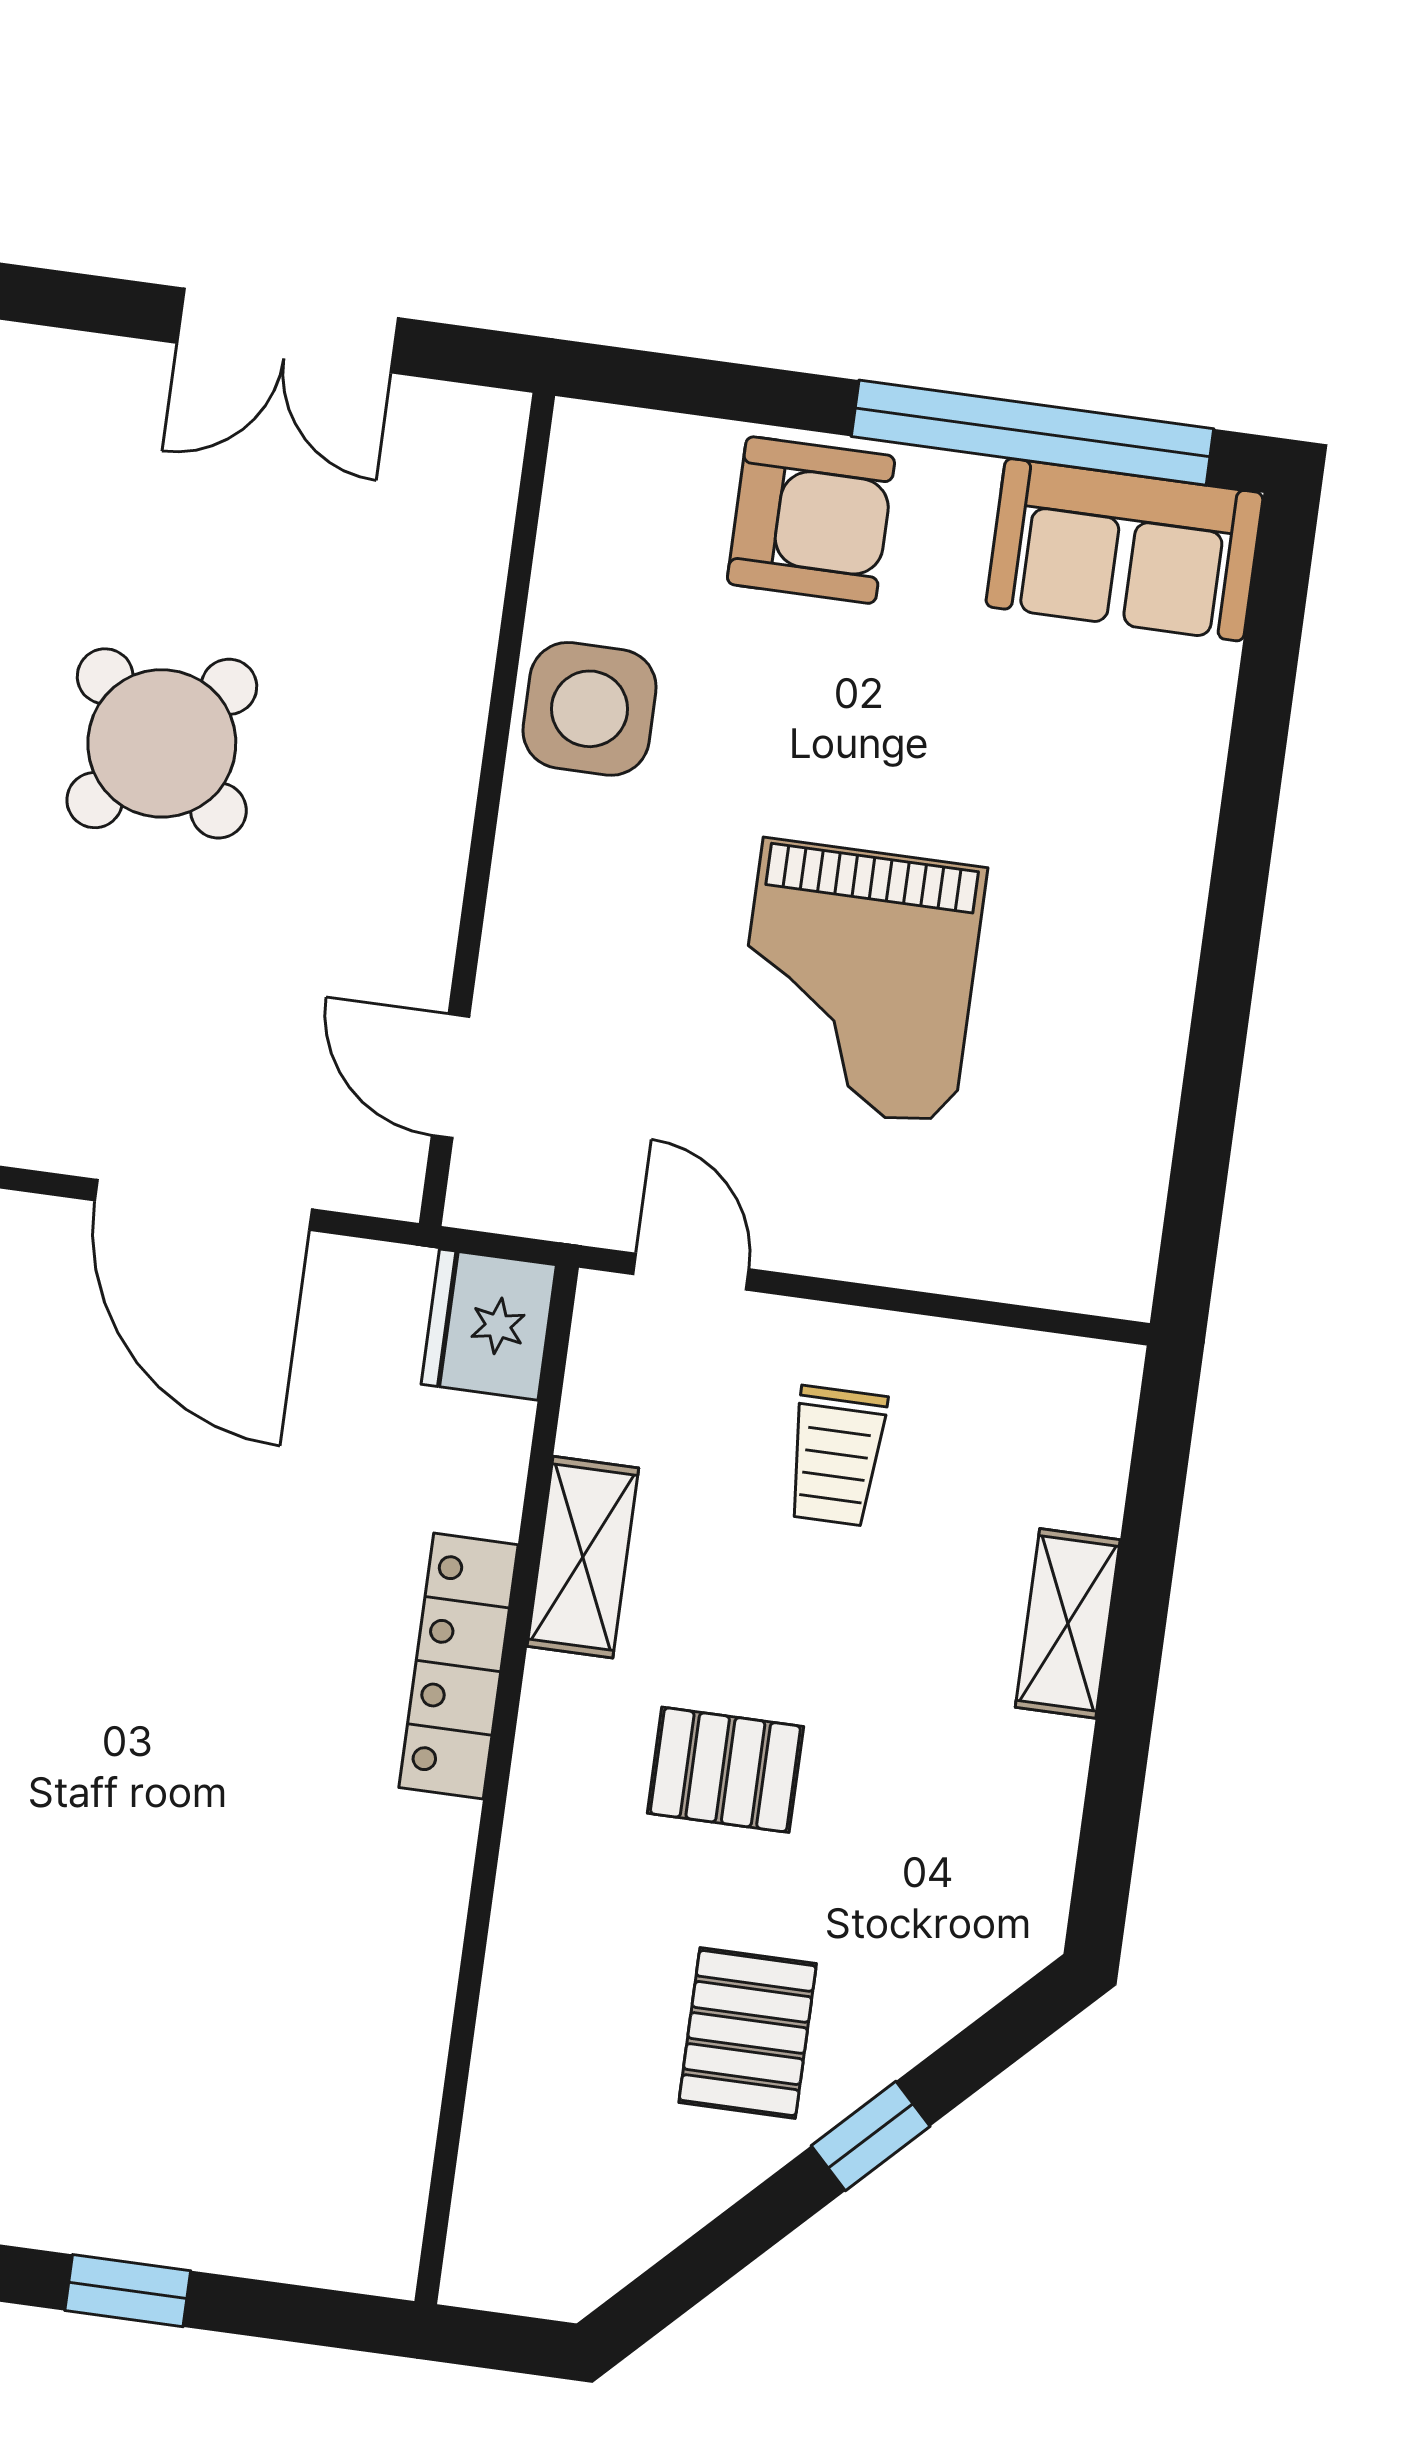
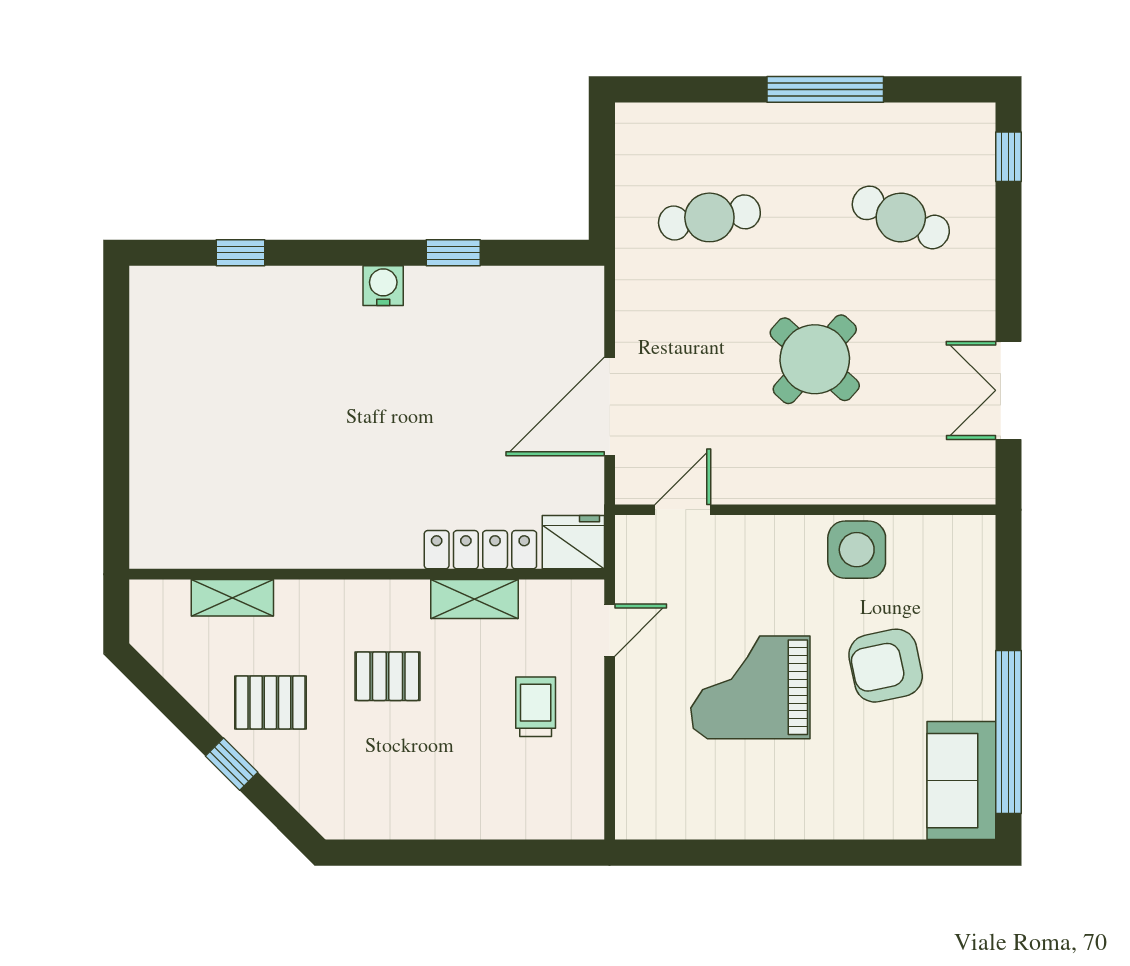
armchair: (811, 520) -> (886, 666), moved, turned 78
trolley: (836, 1456) -> (536, 707), turned 90
shelving: (1068, 1623) -> (232, 598), moved
locker: (458, 1666) -> (480, 550), moved
pallet: (725, 1770) -> (387, 676), turned 90
window: (128, 2291) -> (116, 439), removed

